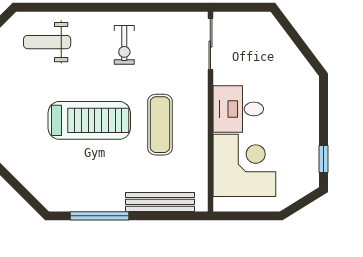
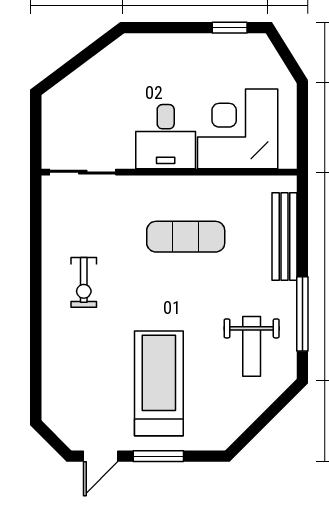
weight bench: (47, 42) -> (252, 346), moved
exercise bike: (124, 45) -> (84, 282), turned 90
treadmill: (89, 120) -> (159, 383), moved

